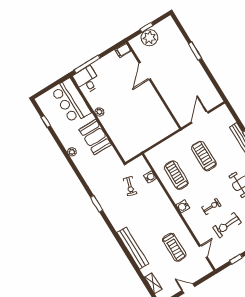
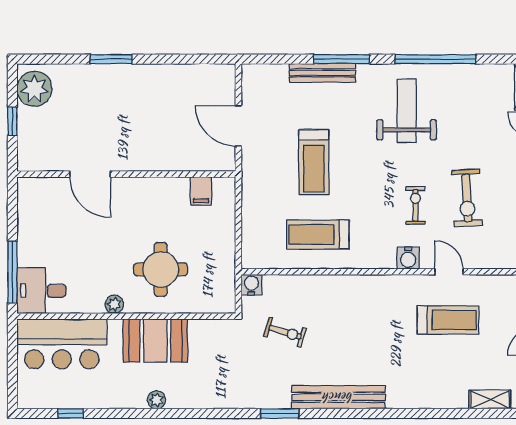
plant: (149, 38) -> (34, 89), moved
filing cabinet: (123, 50) -> (201, 191), moved
round table: (124, 122) -> (161, 269), added
treadmill: (204, 156) -> (314, 162), turned -90
water cooler: (150, 177) -> (251, 285), moved
water cooler: (183, 206) -> (408, 258), moved
bench: (133, 248) -> (338, 397), moved
door: (203, 252) -> (449, 272), moved

